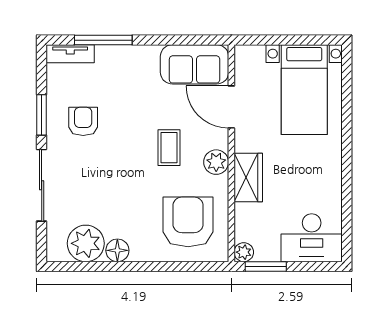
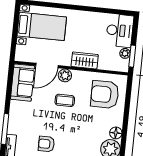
plant: (216, 162) -> (65, 75), moved
plant: (244, 252) -> (125, 53), moved

